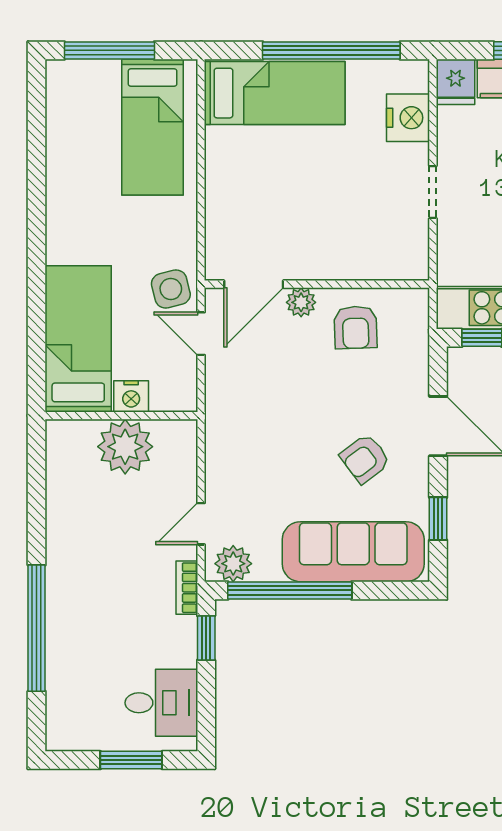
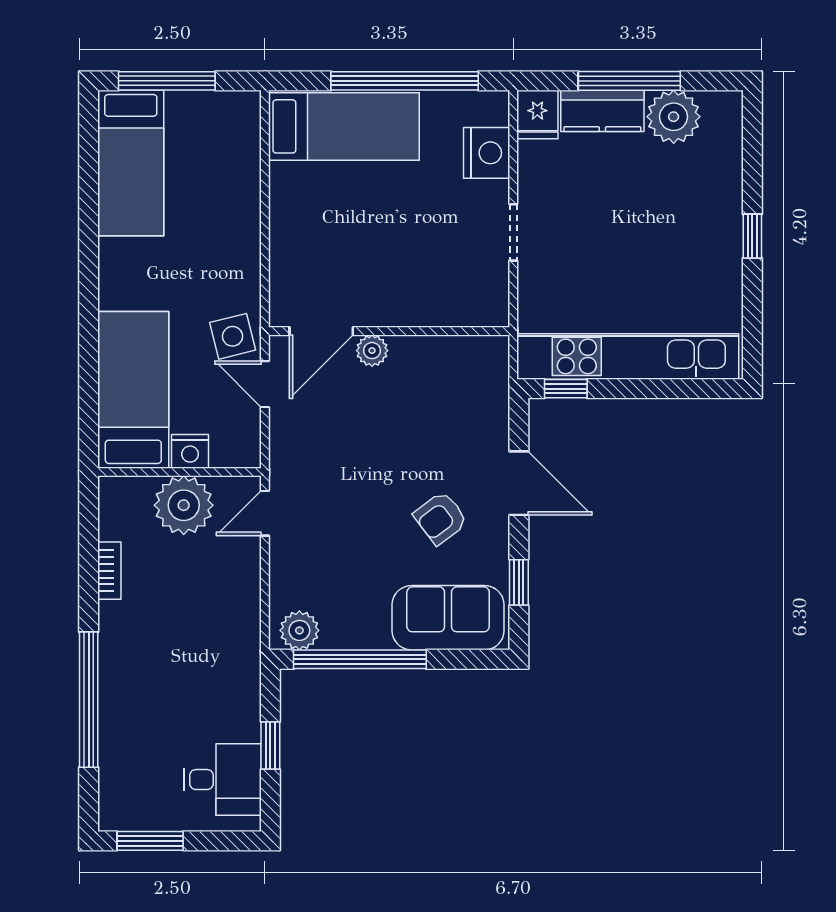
bed: (153, 127) -> (131, 163), moved
armchair: (356, 327) -> (430, 377), removed
door: (201, 524) -> (265, 513), moved
sofa: (353, 552) -> (448, 618), width x0.73
bookcase: (187, 588) -> (109, 571), moved, turned 180
window: (206, 638) -> (270, 746), moved
window: (131, 760) -> (150, 841), moved

